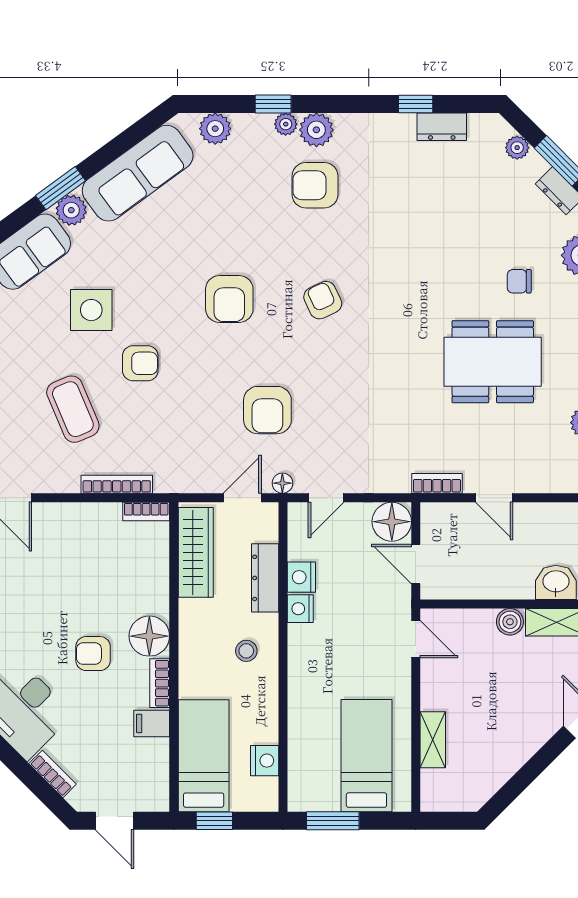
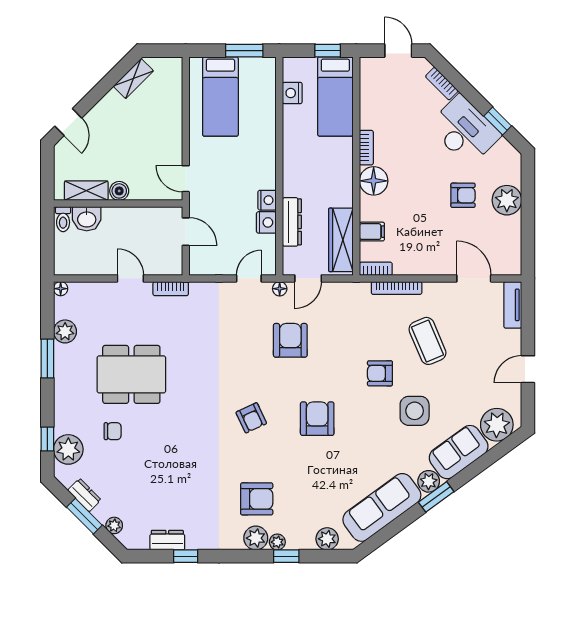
floor lamp: (392, 522) -> (203, 262), removed
stool: (246, 651) -> (305, 170), removed
armchair: (93, 654) -> (463, 195), moved
filing cabinet: (152, 723) -> (372, 232), moved
shelving: (433, 740) -> (133, 78), moved, turned 45

